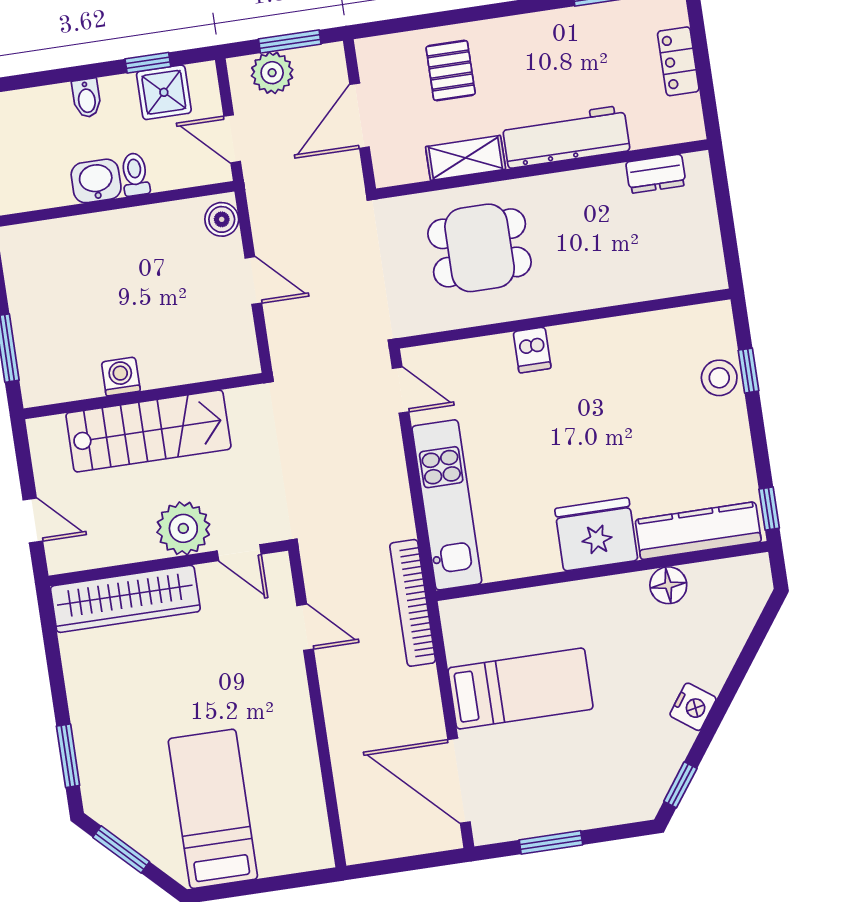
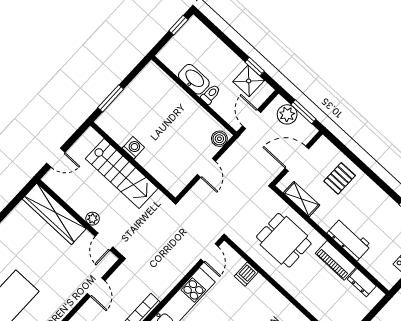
bidet: (87, 98) -> (224, 55), removed
workbench: (566, 137) -> (349, 239), width x0.73
shelving: (466, 158) -> (301, 199), moved
washbasin: (96, 181) -> (194, 79), width x1.38
piano: (583, 188) -> (336, 260), added
dishwasher: (532, 350) -> (246, 274), moved
door: (33, 520) -> (56, 158), hinge flipped
plant: (183, 528) -> (93, 219), width x0.53, depth x0.53

